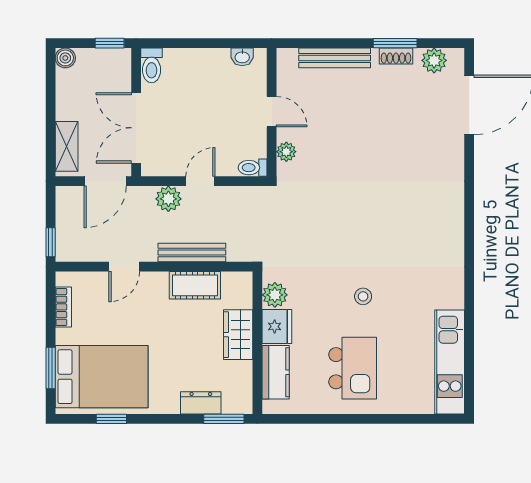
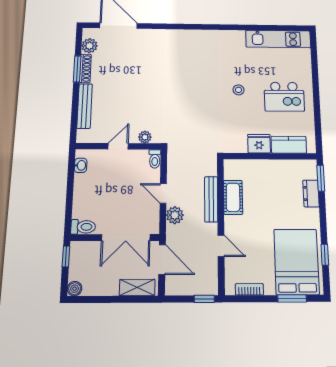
shoe rack: (396, 56) -> (85, 68), width x1.43
plant: (275, 295) -> (239, 145), removed
wardrobe: (238, 335) -> (265, 169), removed
kitchen island: (353, 368) -> (284, 97), turned 180

